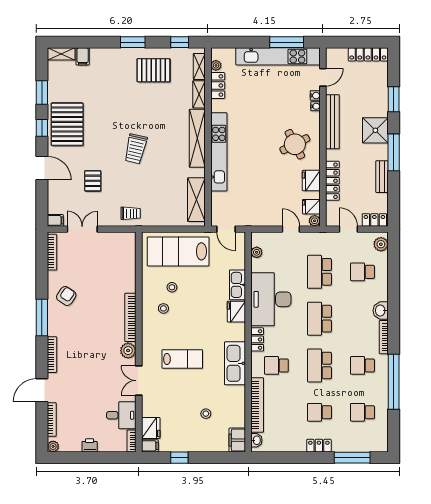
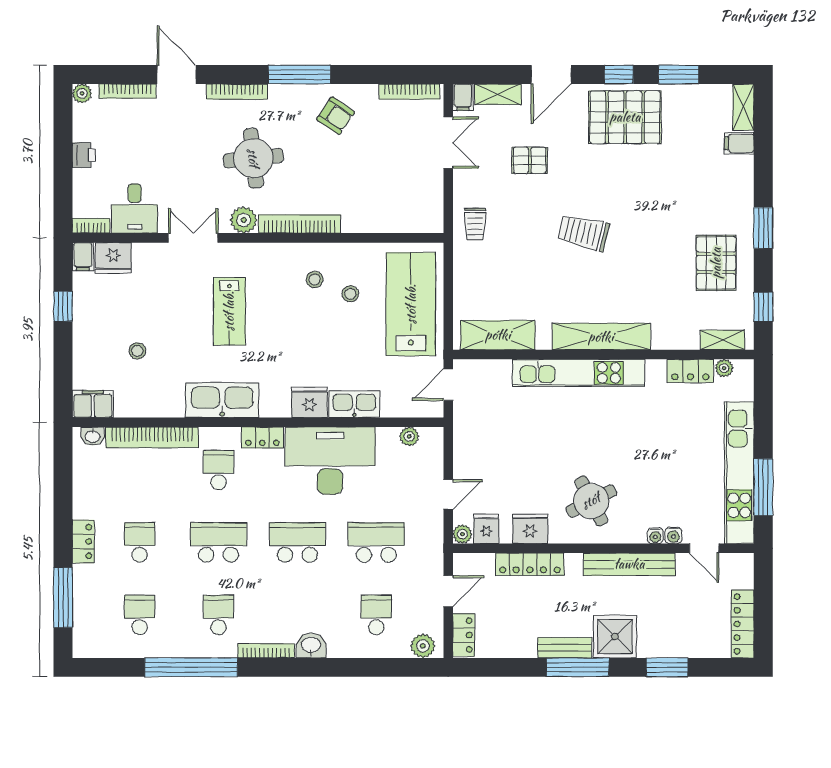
shelving: (199, 94) -> (498, 94), moved
bench: (382, 177) -> (565, 648), moved
round table: (91, 345) -> (253, 158), added

